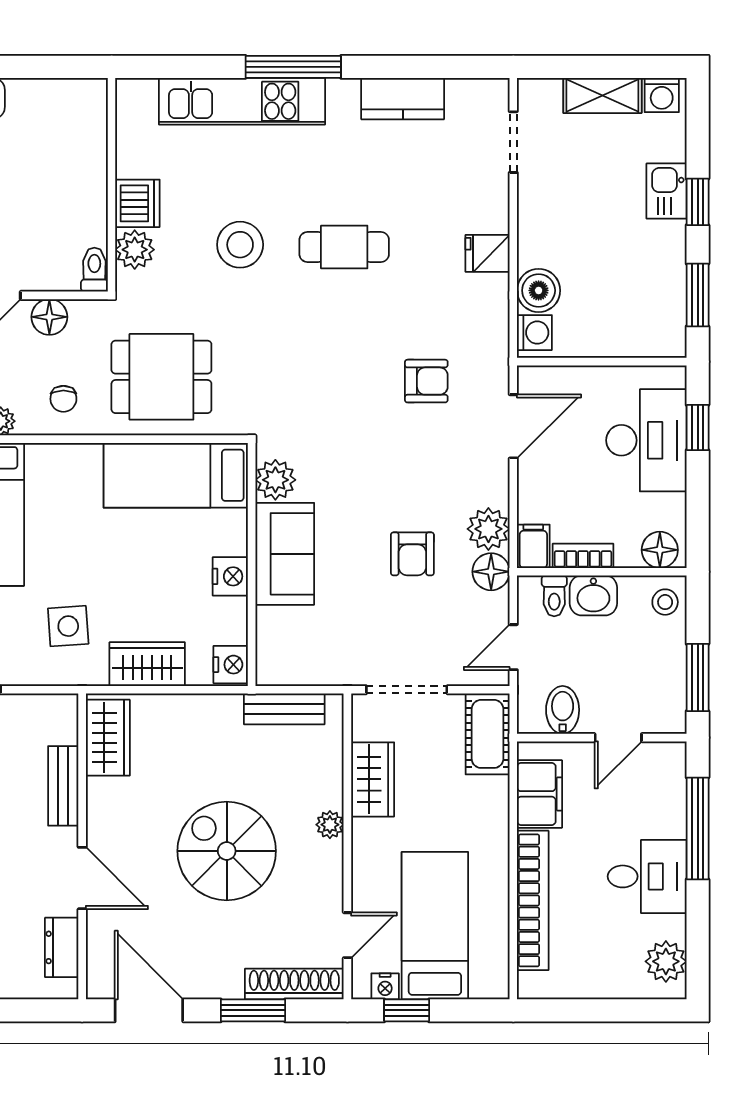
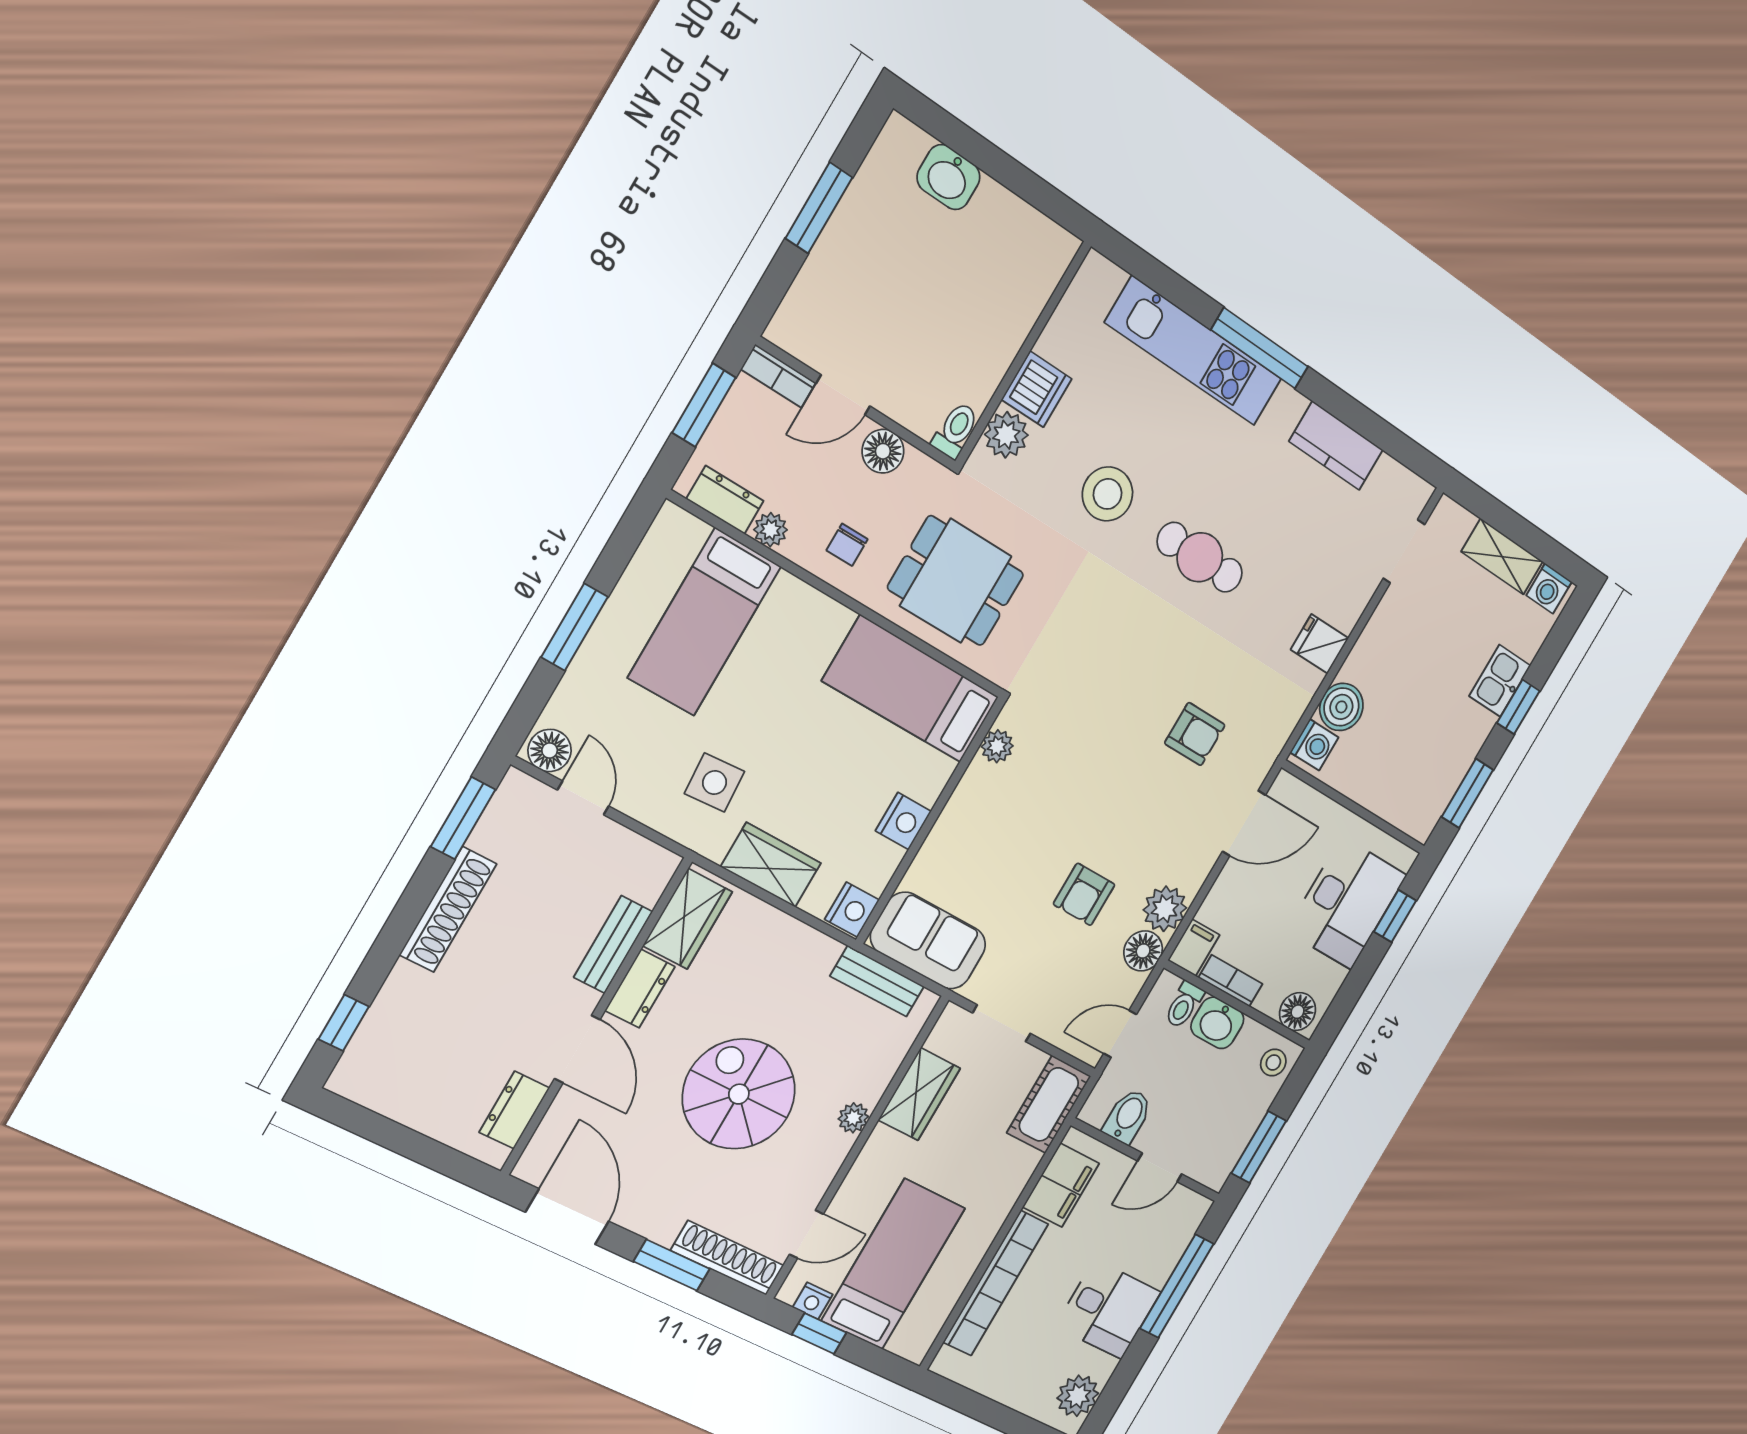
plant: (275, 480) -> (997, 746), width x0.73, depth x0.73
sofa: (285, 554) -> (928, 941), moved, turned -90
doorway: (407, 690) -> (1002, 1023), width x0.73
dresser: (103, 809) -> (640, 989), added

